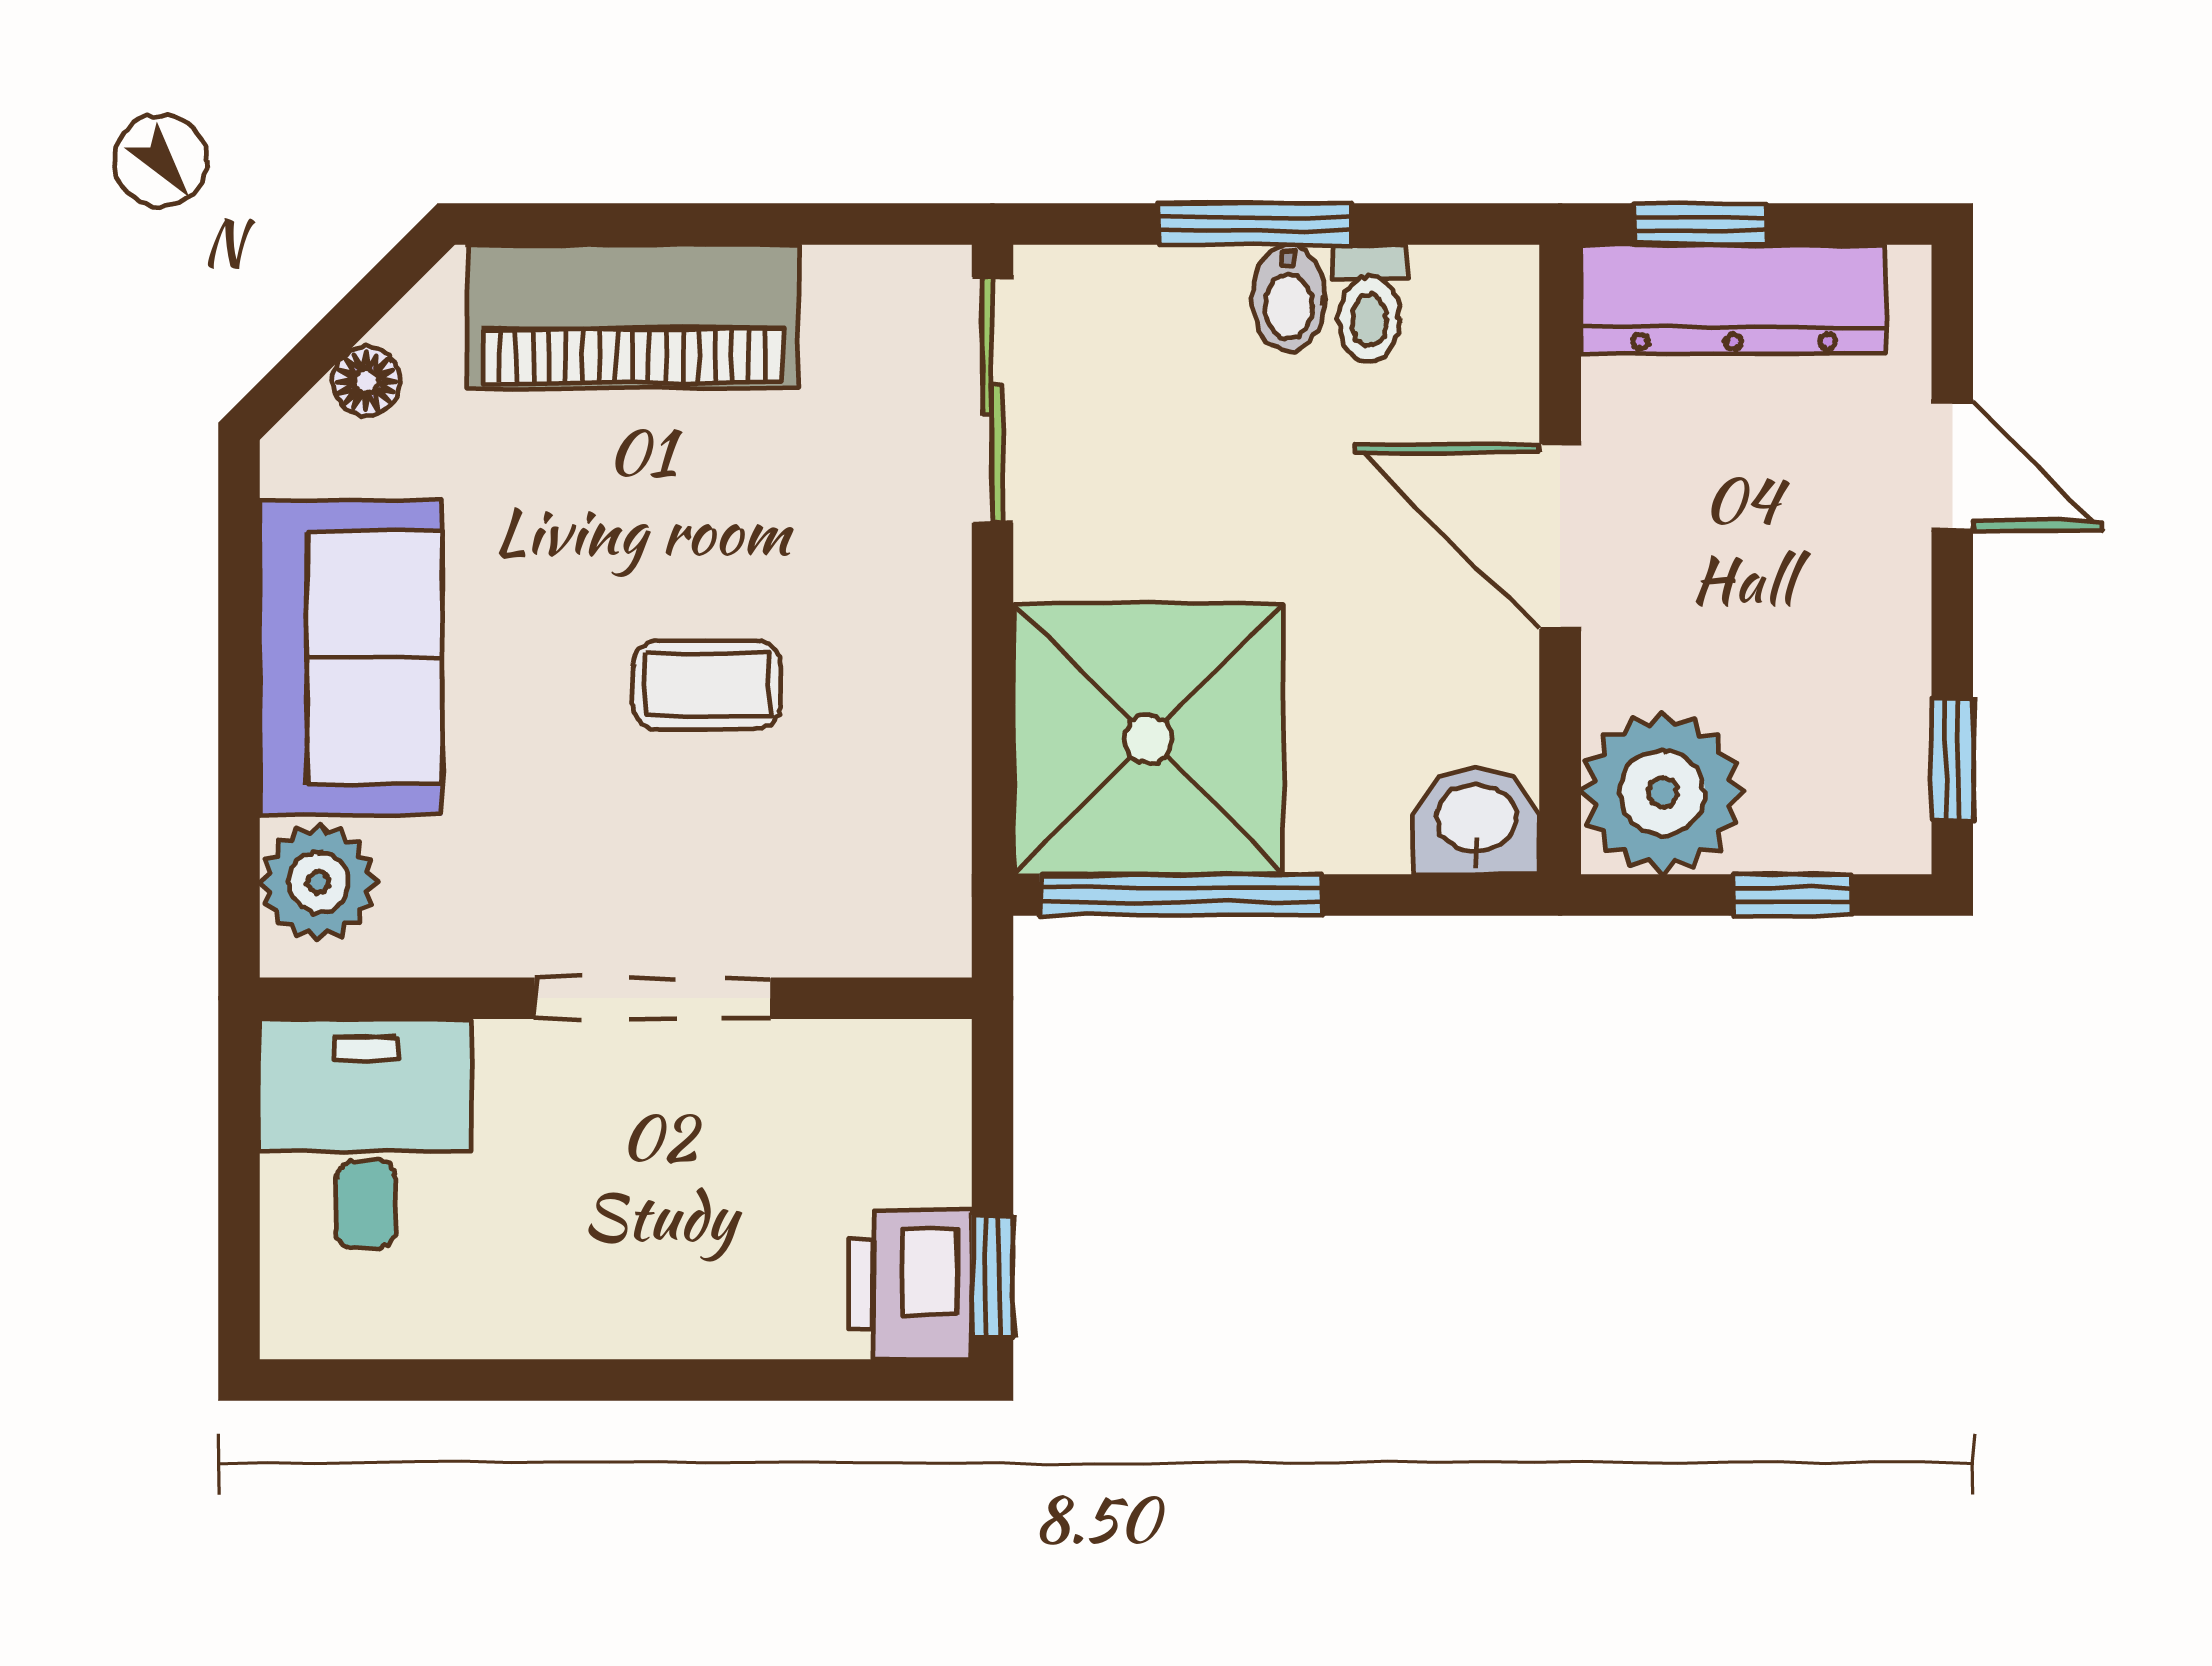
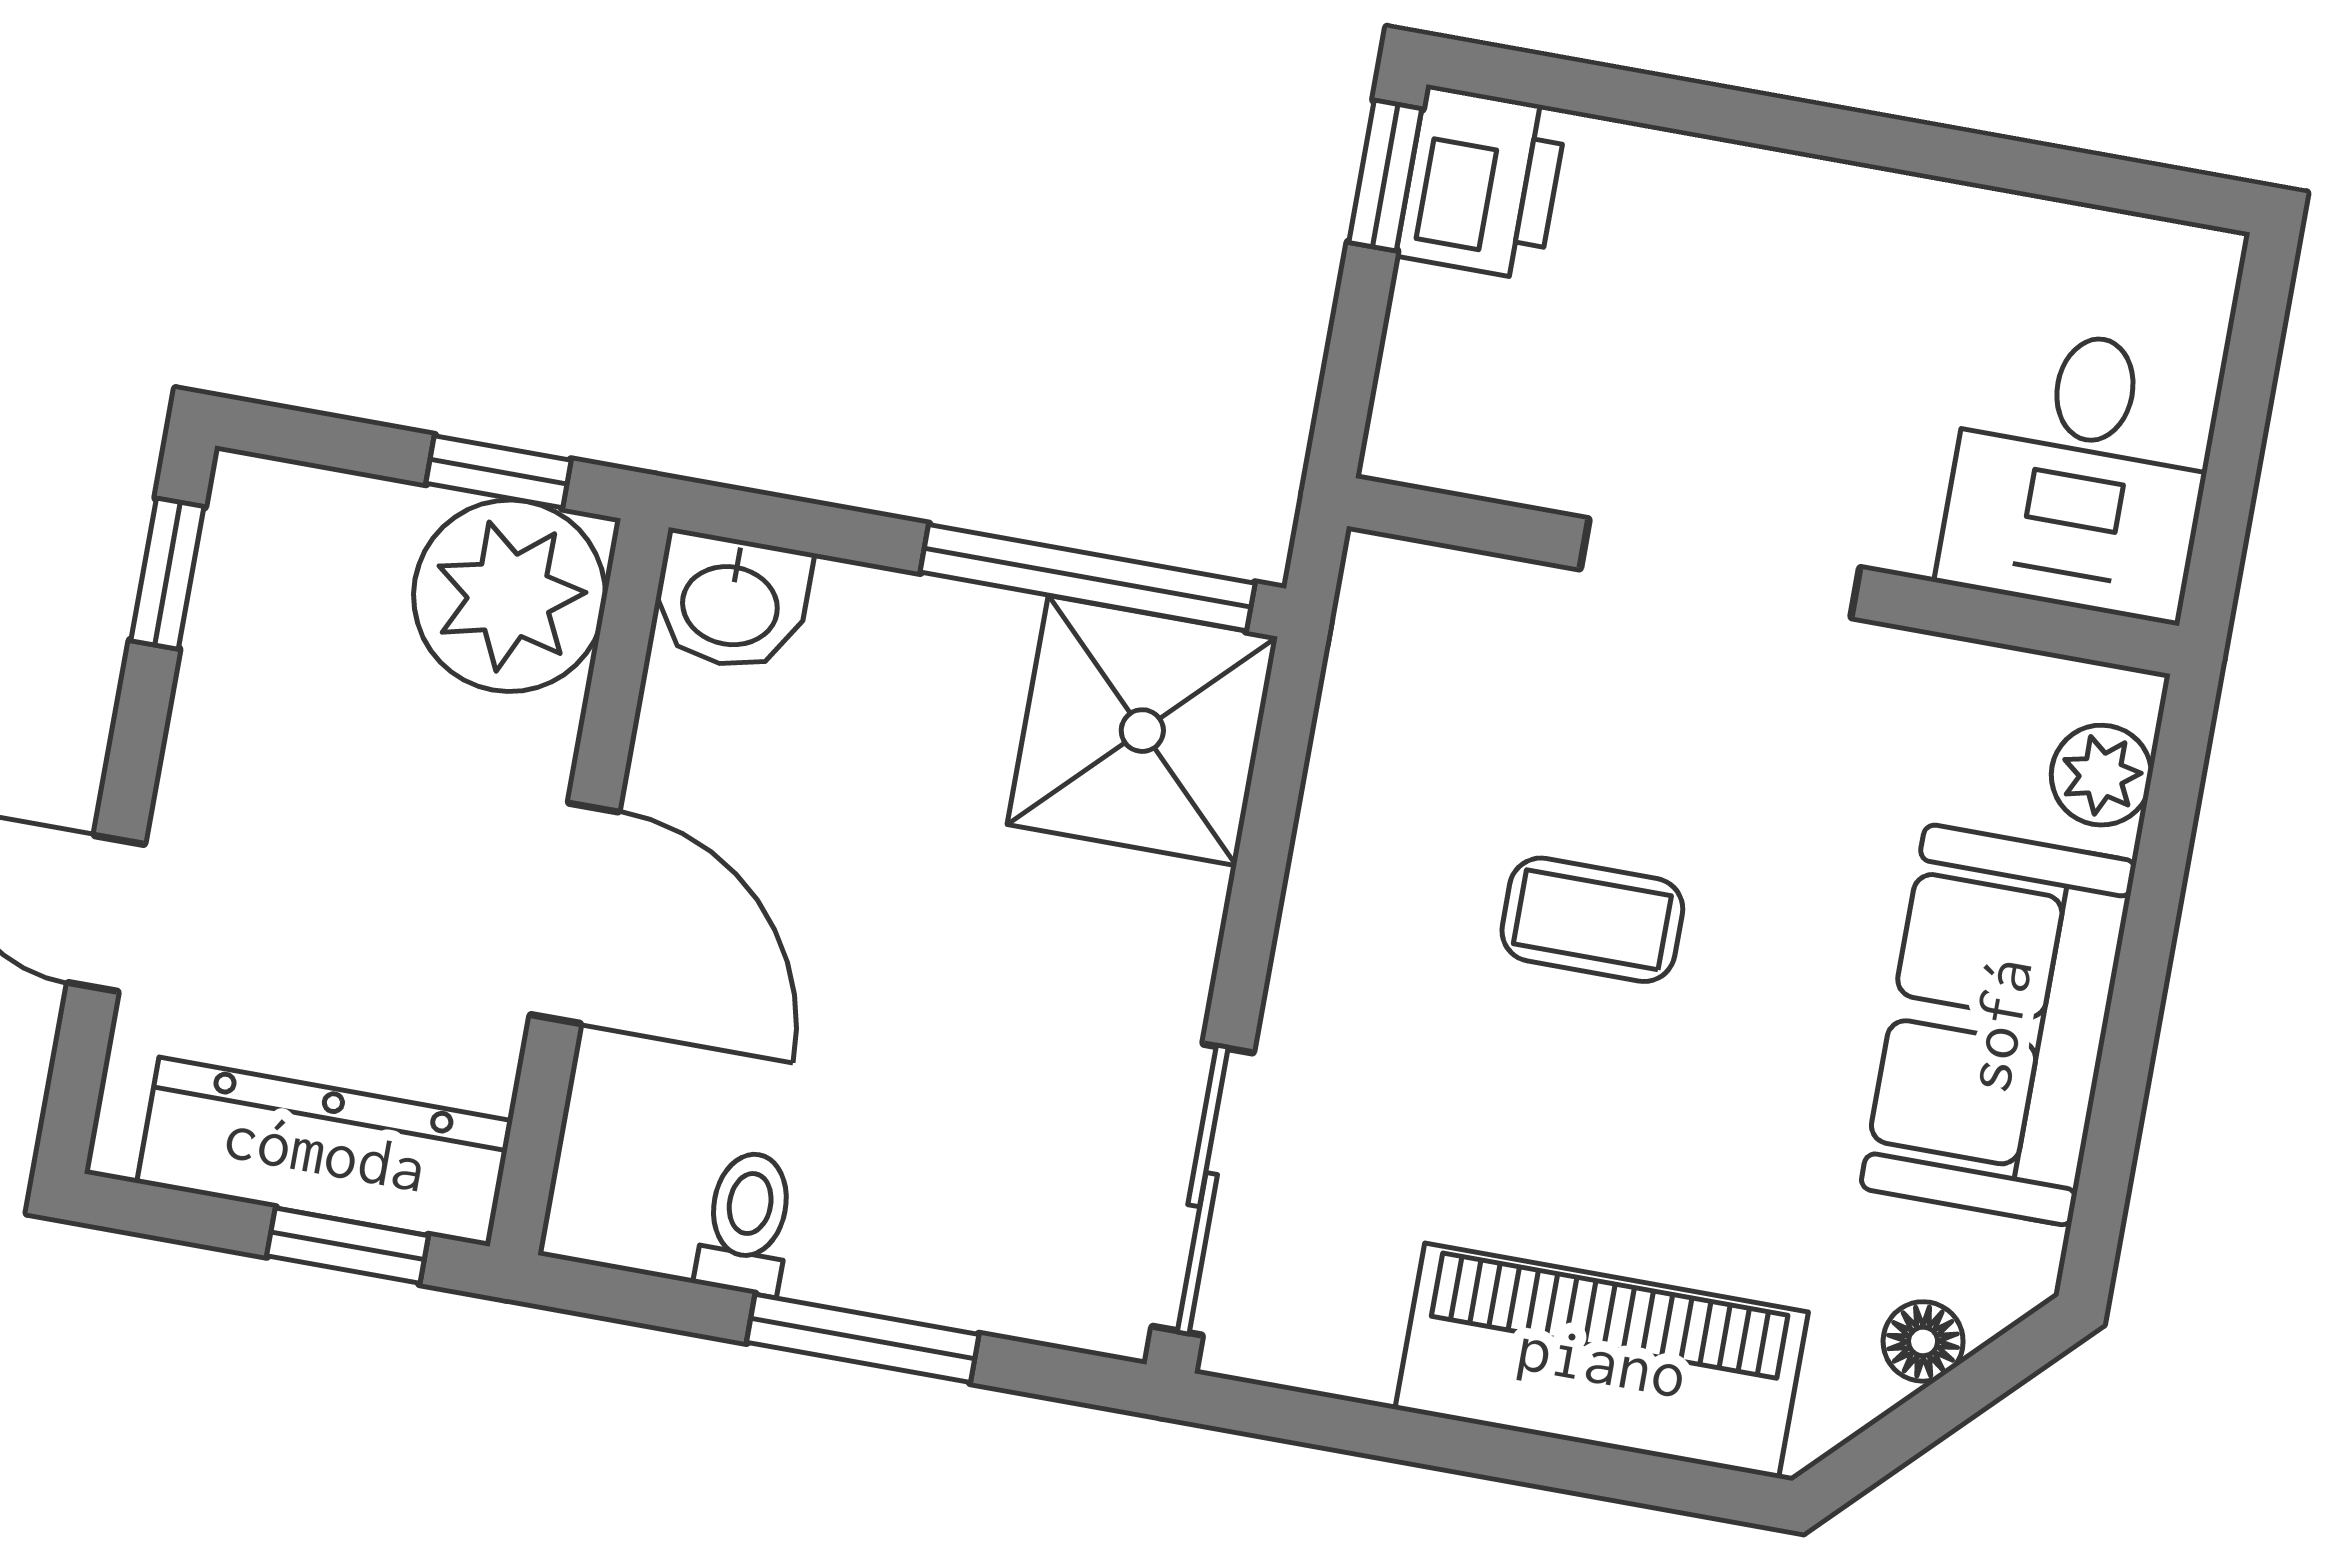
bidet: (1289, 298) -> (839, 1246), removed
shower: (1149, 739) -> (1142, 731), width x0.73, depth x0.73
plant: (318, 882) -> (2101, 775), width x0.73, depth x0.73
window: (1792, 895) -> (498, 472), moved

